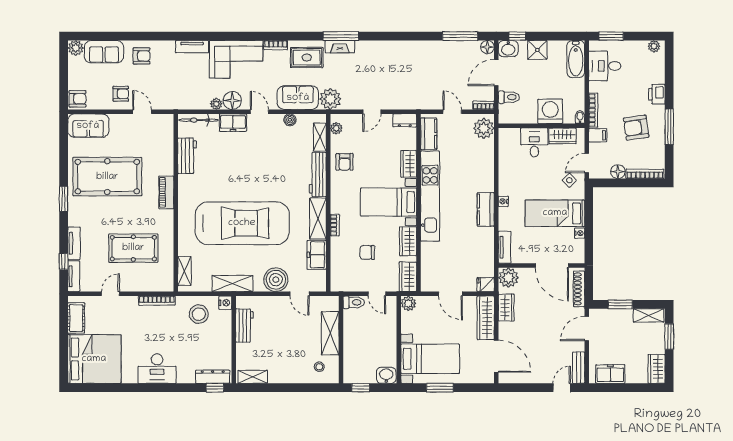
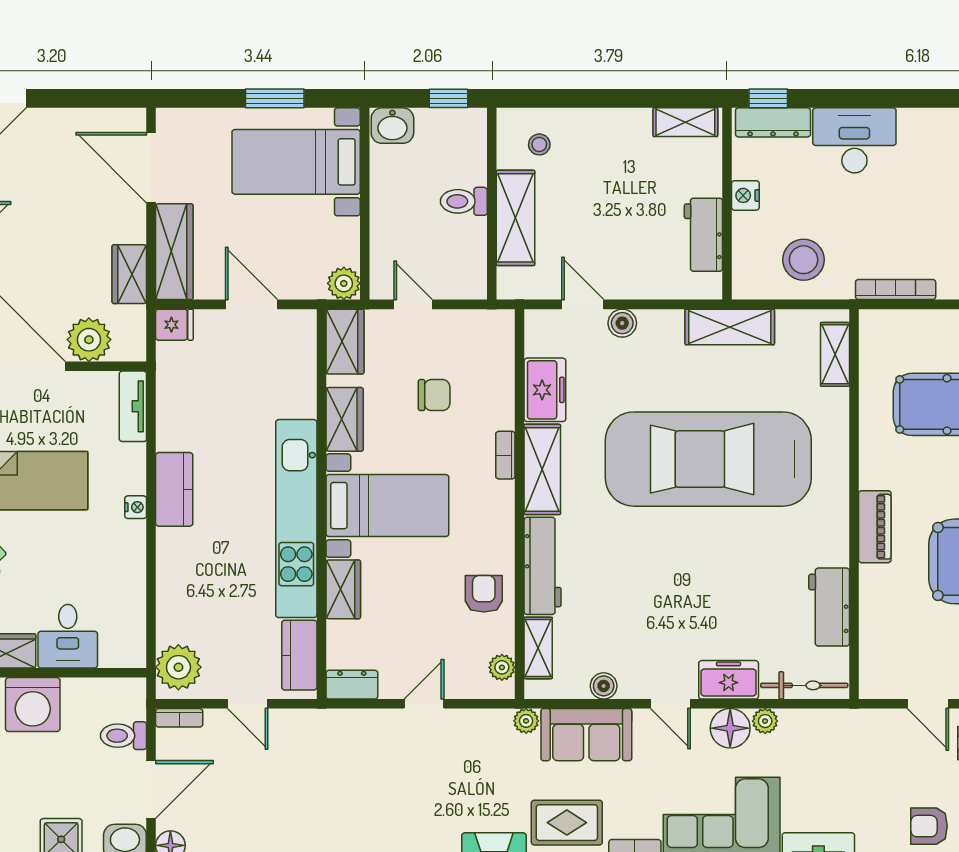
plant: (330, 99) -> (526, 721), width x0.53, depth x0.53
plant: (508, 278) -> (89, 340), moved
boiler: (276, 280) -> (622, 323), width x0.54, depth x0.54
toilet: (354, 302) -> (464, 201), moved
nightstand: (225, 303) -> (745, 195), moved
desk: (157, 369) -> (854, 140), moved

